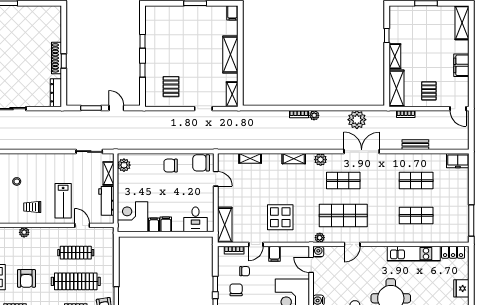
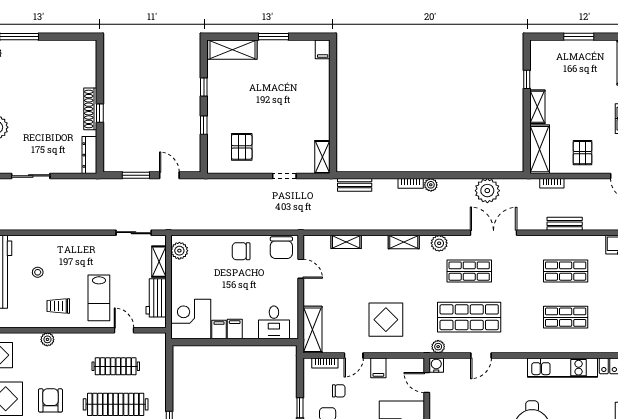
shelving: (230, 55) -> (232, 50), moved, turned 90
bench: (257, 115) -> (355, 185), added
chair: (201, 163) -> (281, 248), turned -90
armchair: (26, 278) -> (50, 400), turned 180

